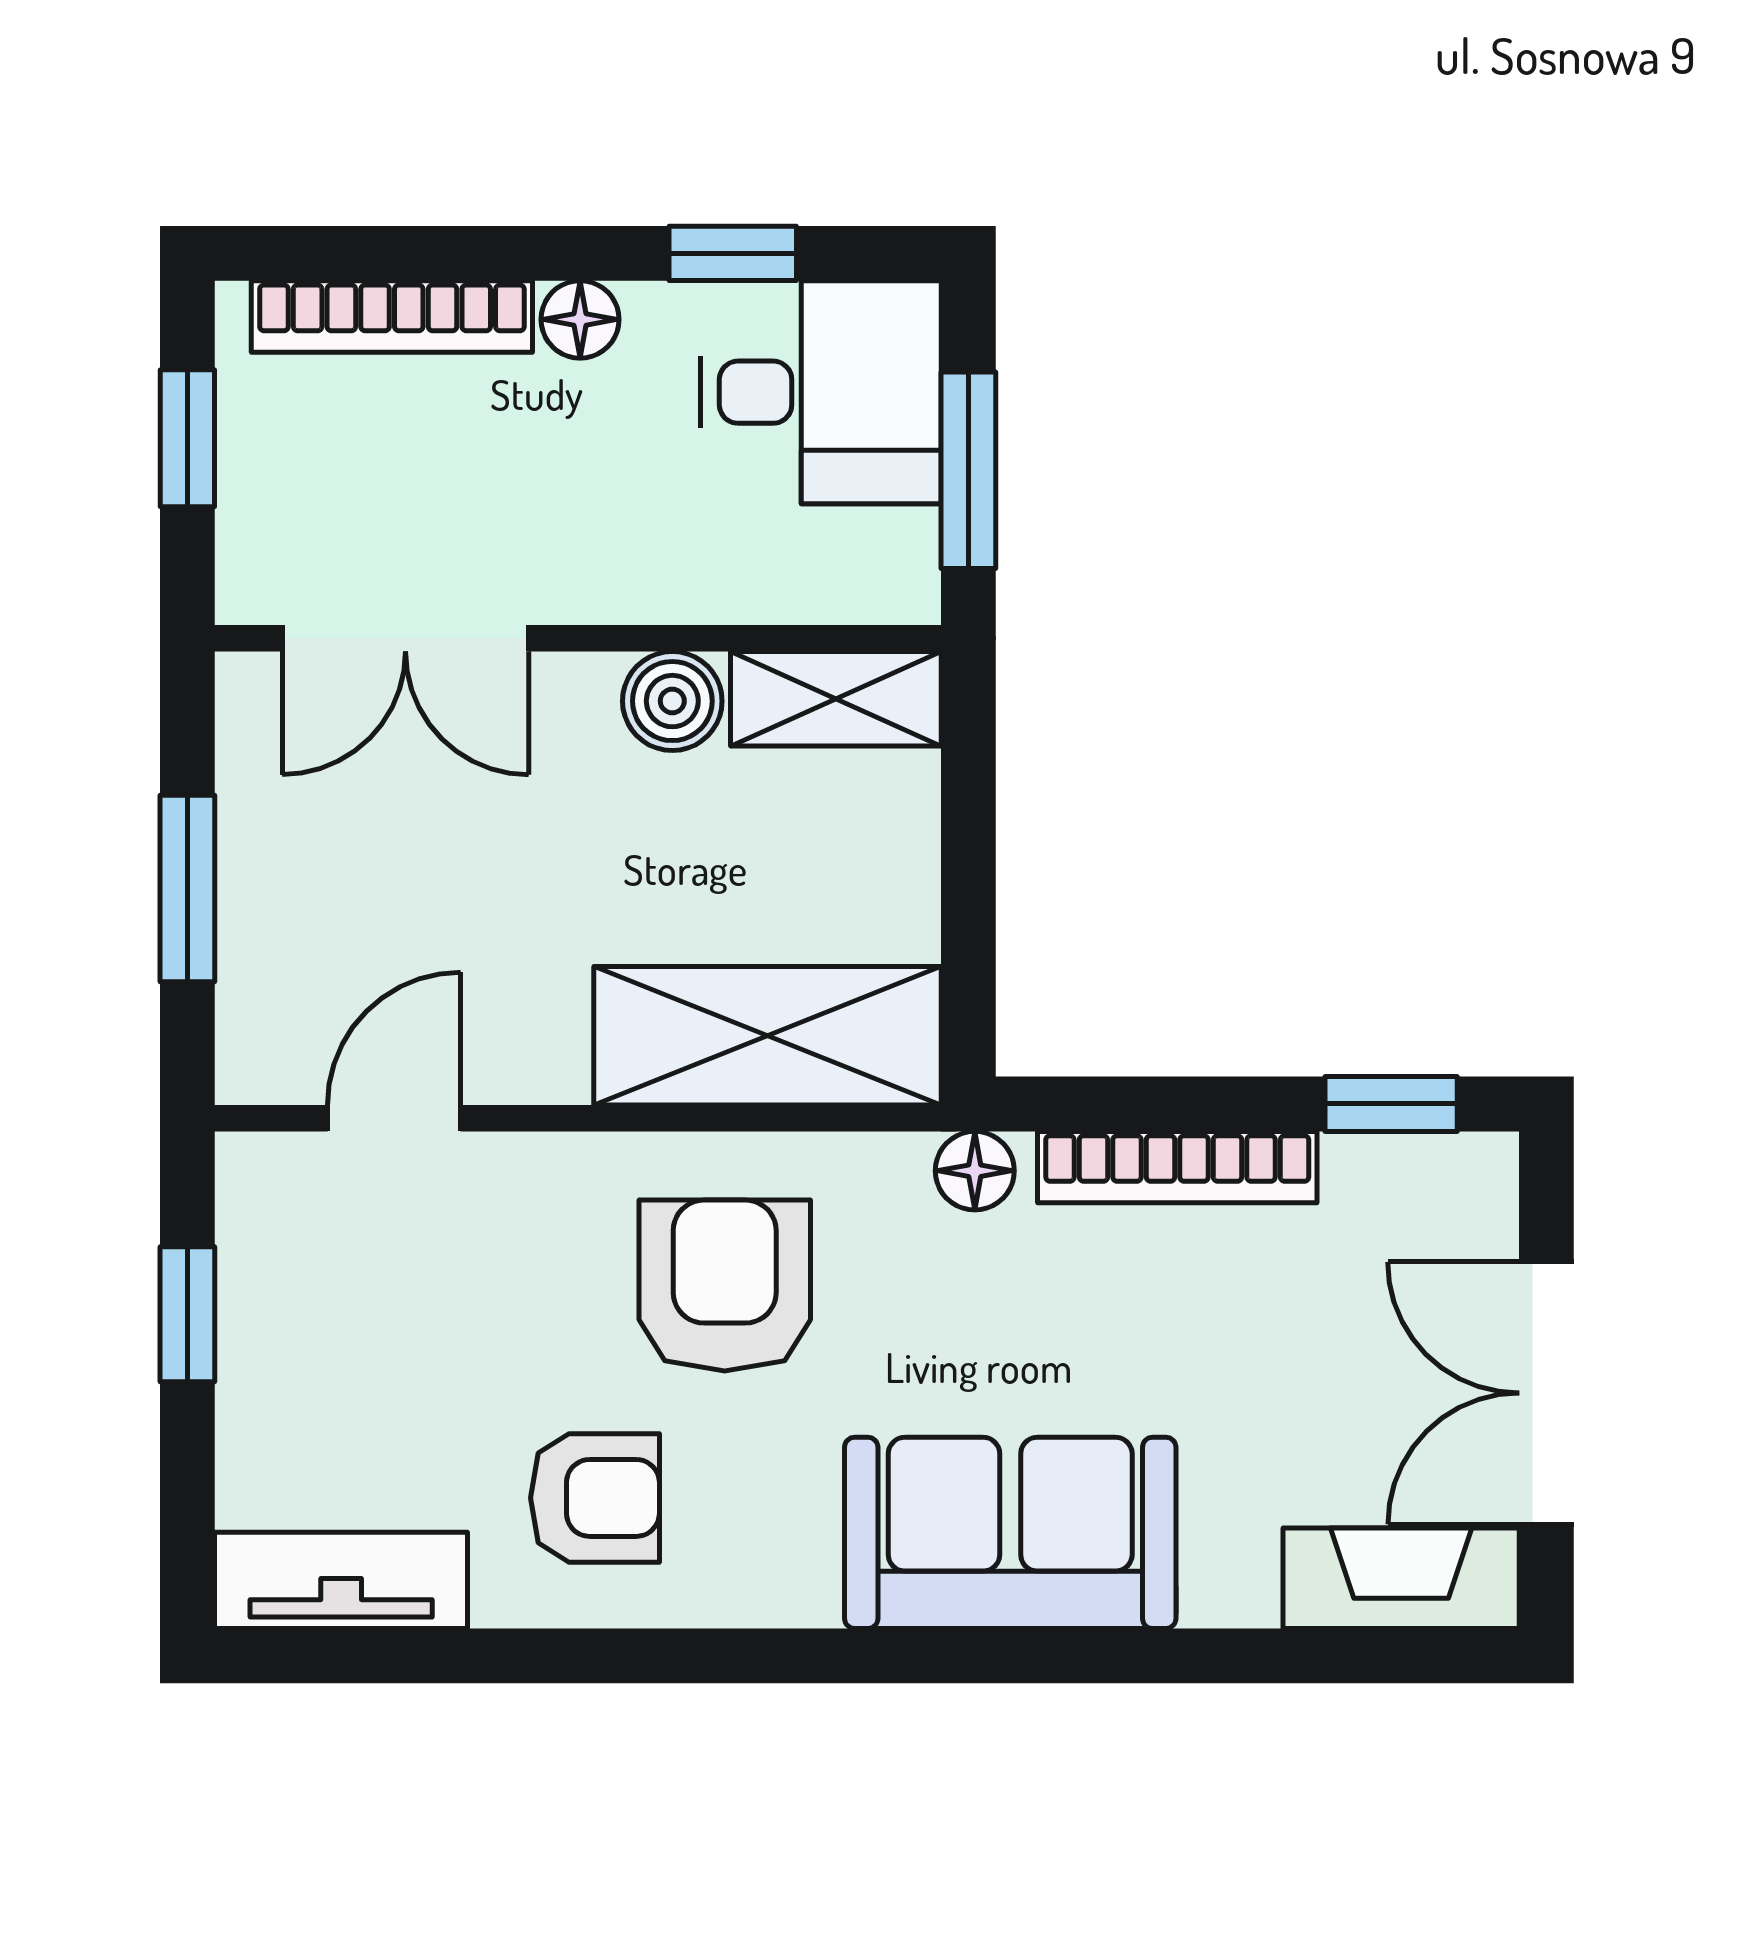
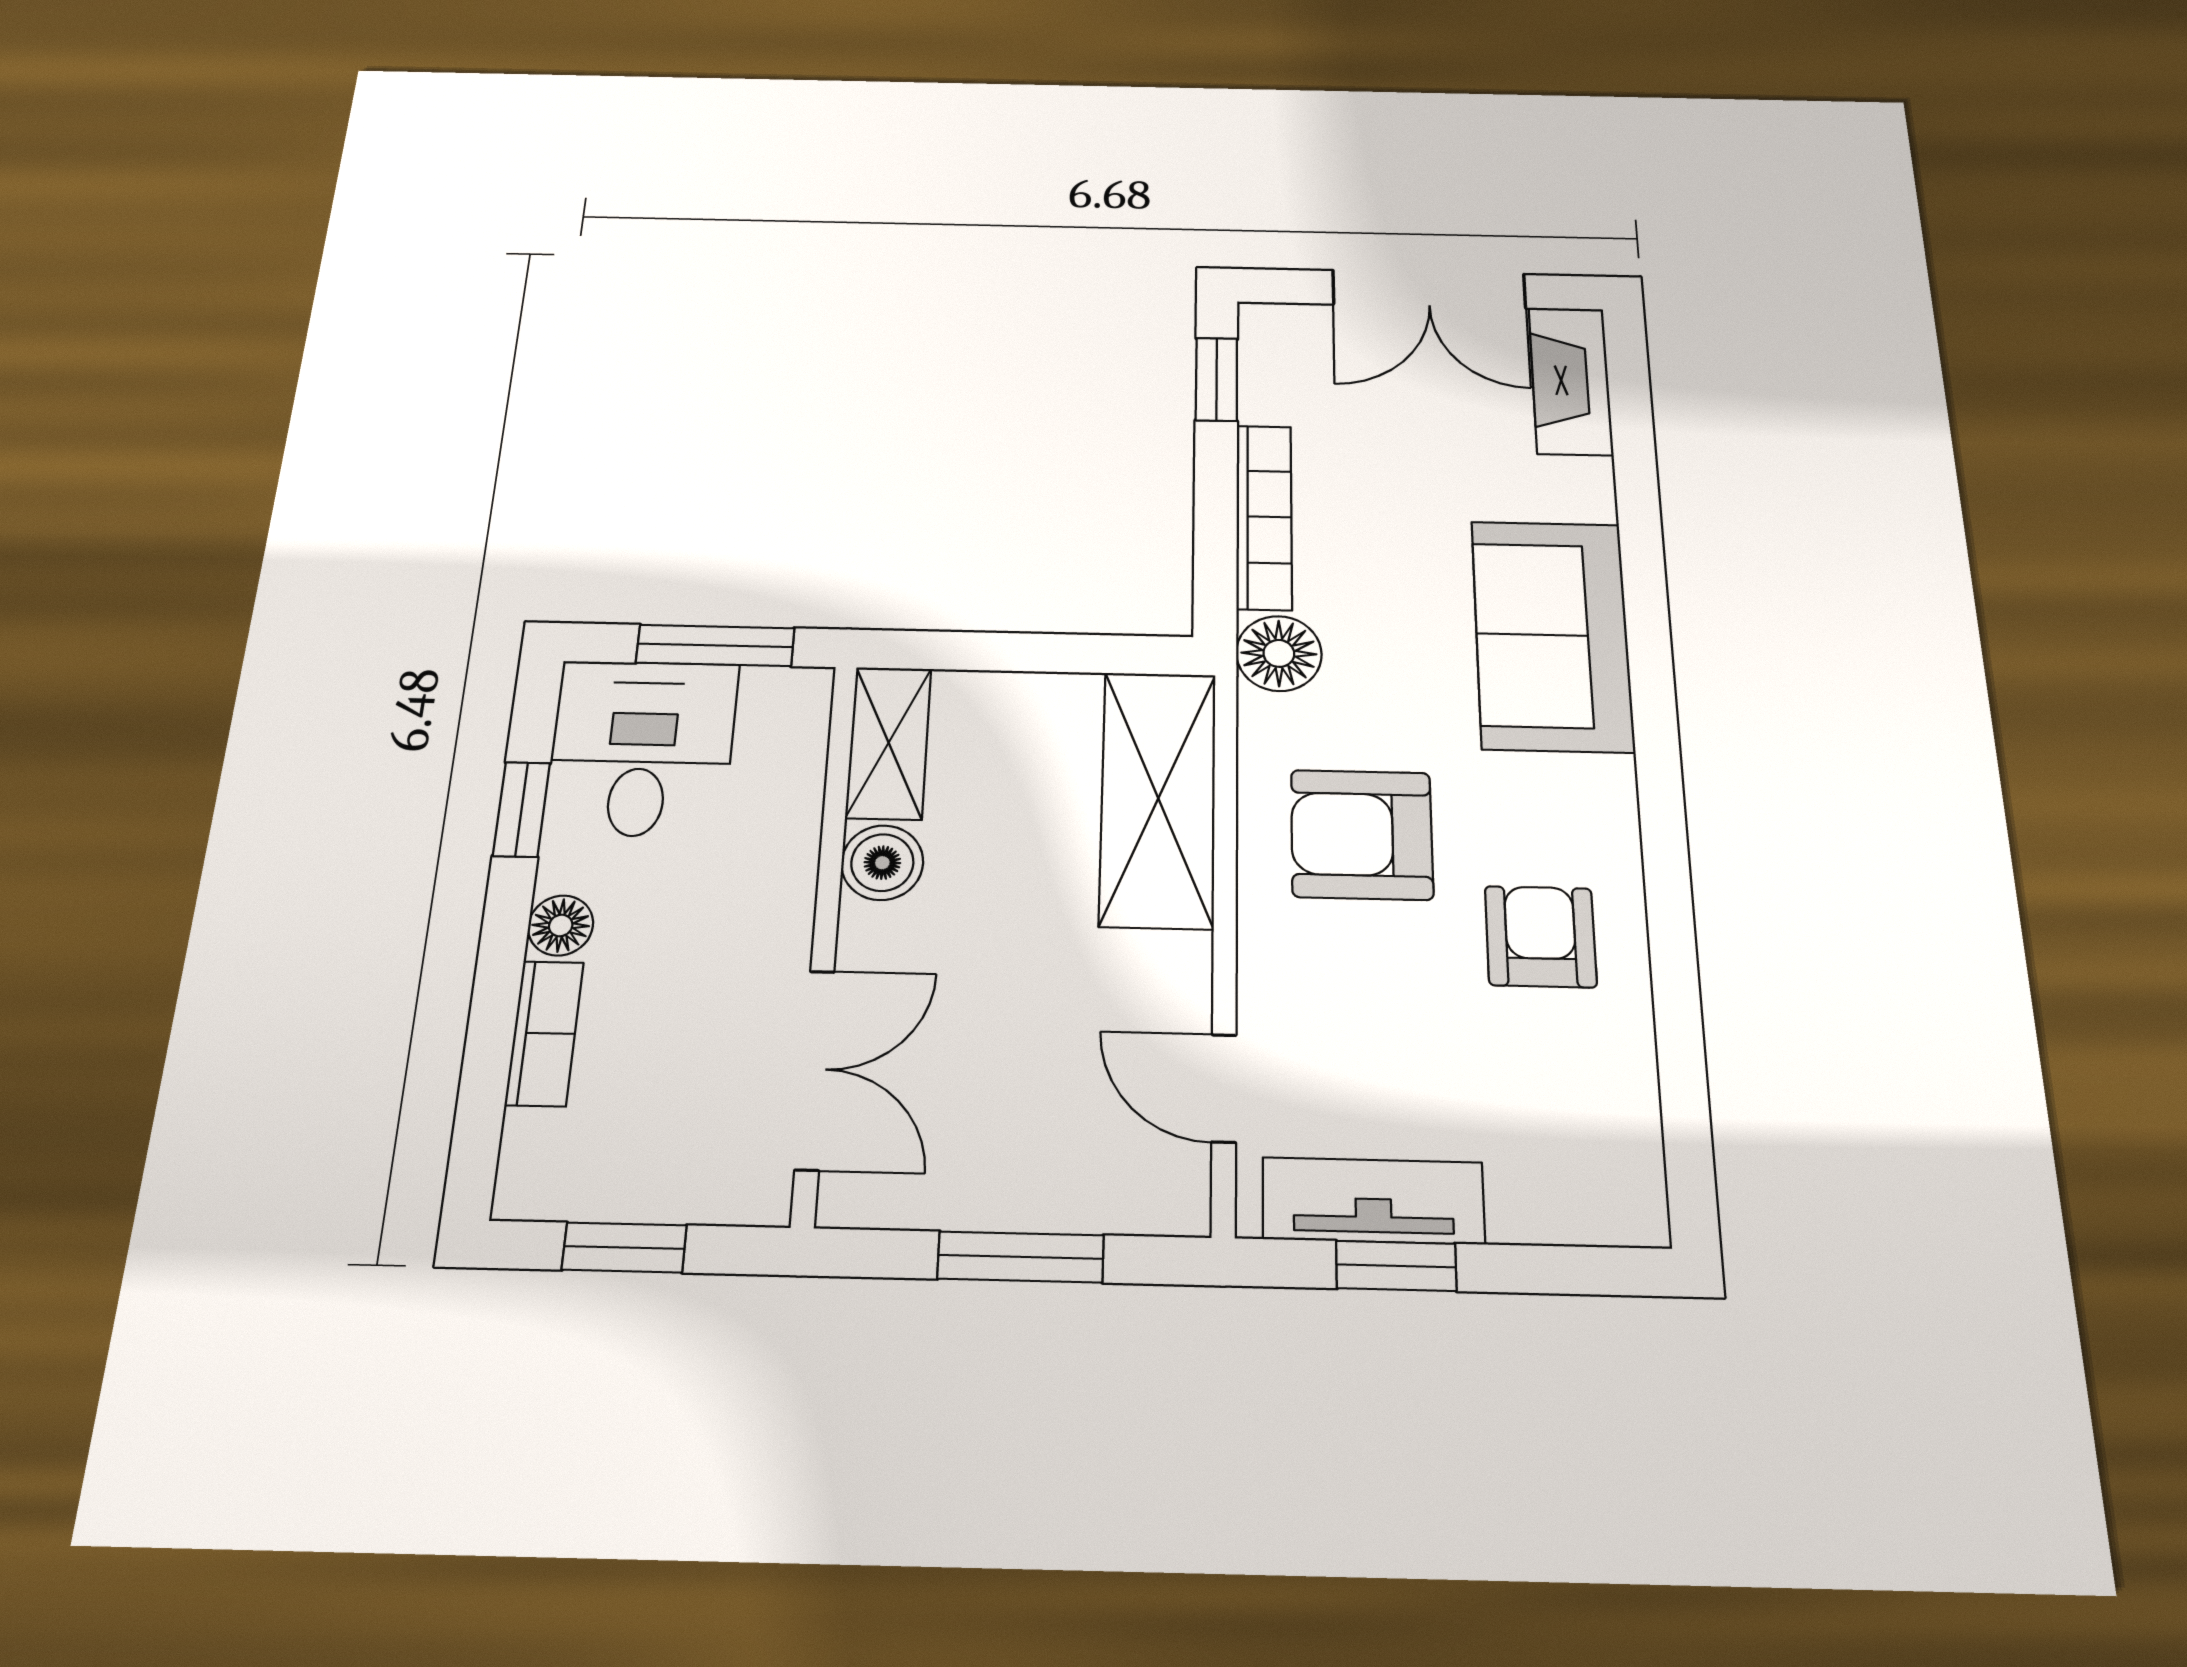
bookcase: (392, 316) -> (544, 1033), width x0.64
floor lamp: (975, 1171) -> (1279, 653), width x1.37, depth x1.37
tv unit: (341, 1580) -> (1373, 1201), moved, turned 90

